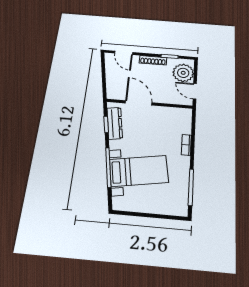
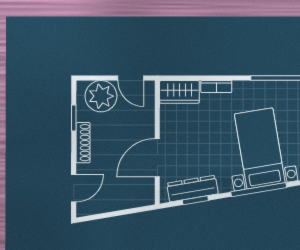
door: (195, 91) -> (131, 78), hinge flipped
wardrobe: (184, 121) -> (179, 92), added

